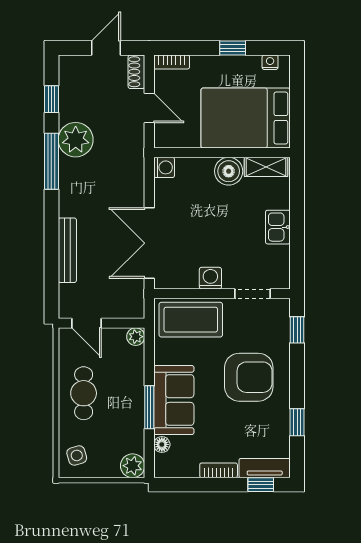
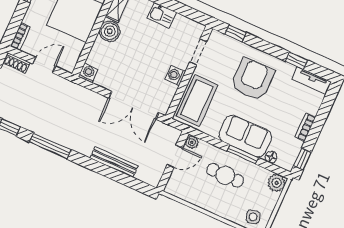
plant: (76, 140) -> (43, 123), removed
door: (87, 323) -> (175, 156), moved
cafe table: (84, 393) -> (225, 175), moved
tv unit: (265, 468) -> (312, 81), moved, turned -90
window: (261, 485) -> (302, 159), moved

